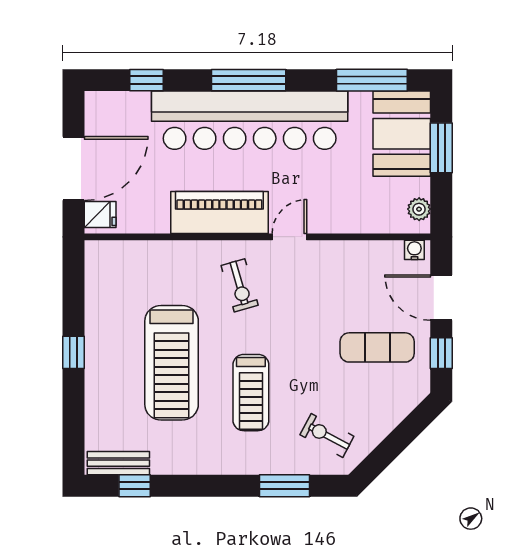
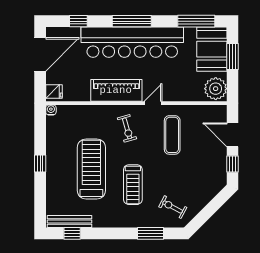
door: (74, 168) -> (40, 54), moved
plant: (419, 209) -> (216, 89), width x1.87, depth x1.87
water cooler: (414, 250) -> (51, 110), moved
exercise mat: (377, 347) -> (172, 135), moved, turned 90
treadmill: (172, 363) -> (91, 169), turned 180
bench: (118, 463) -> (69, 222), width x1.36

